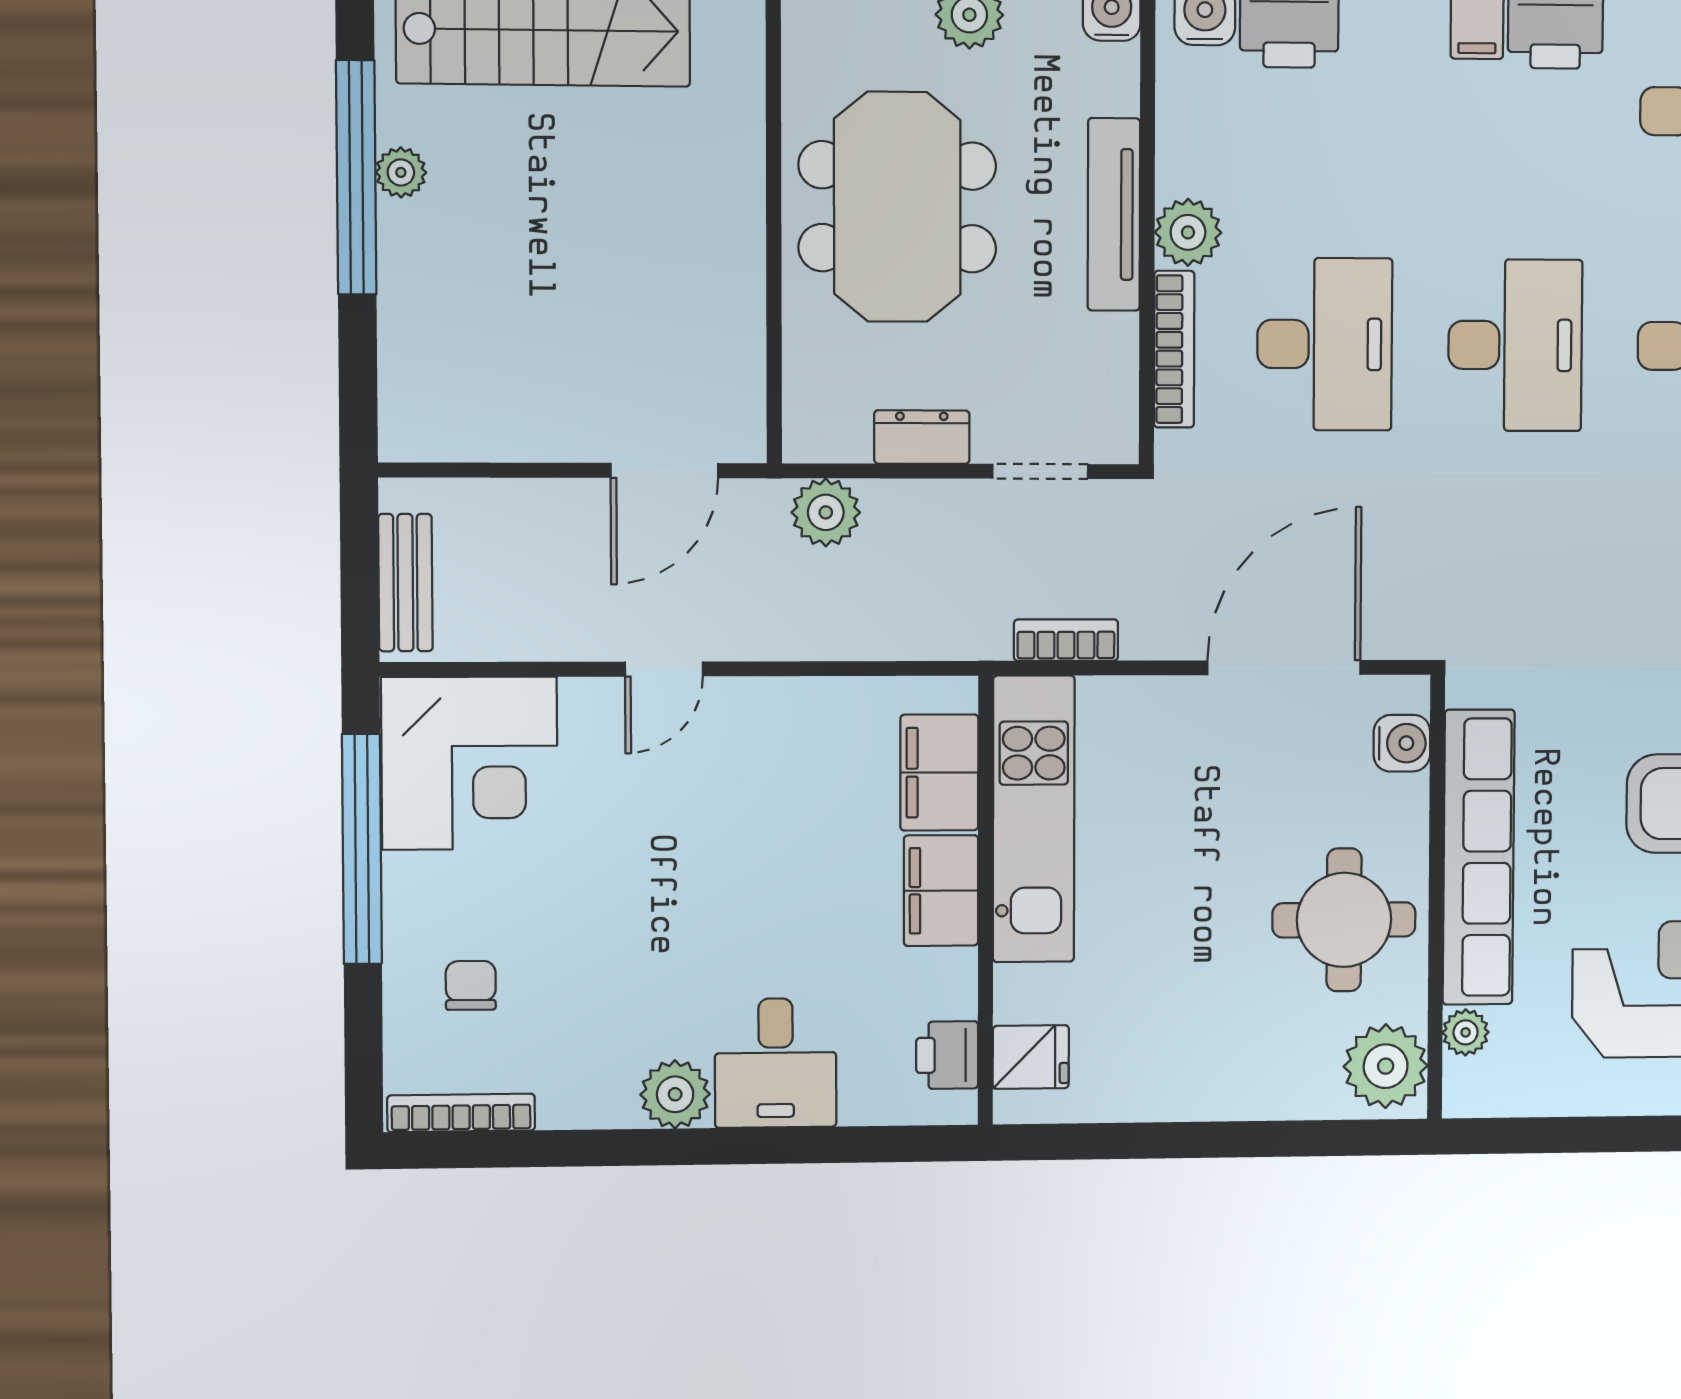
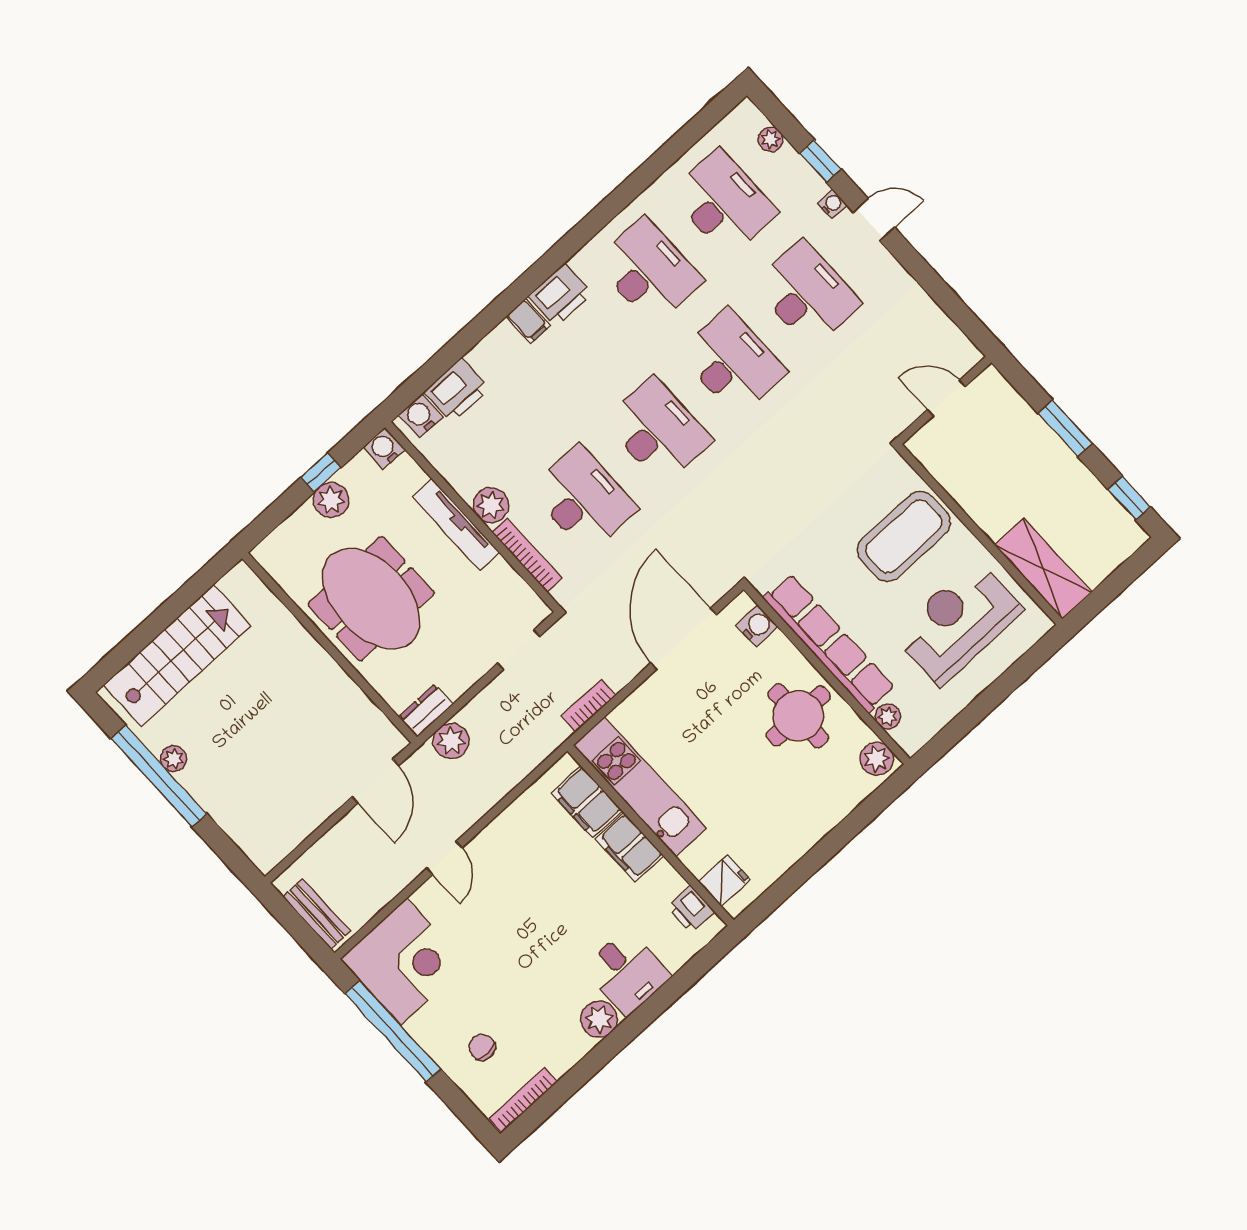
dresser: (922, 437) -> (426, 711), moved
plant: (1386, 1066) -> (877, 759), width x0.73, depth x0.73

